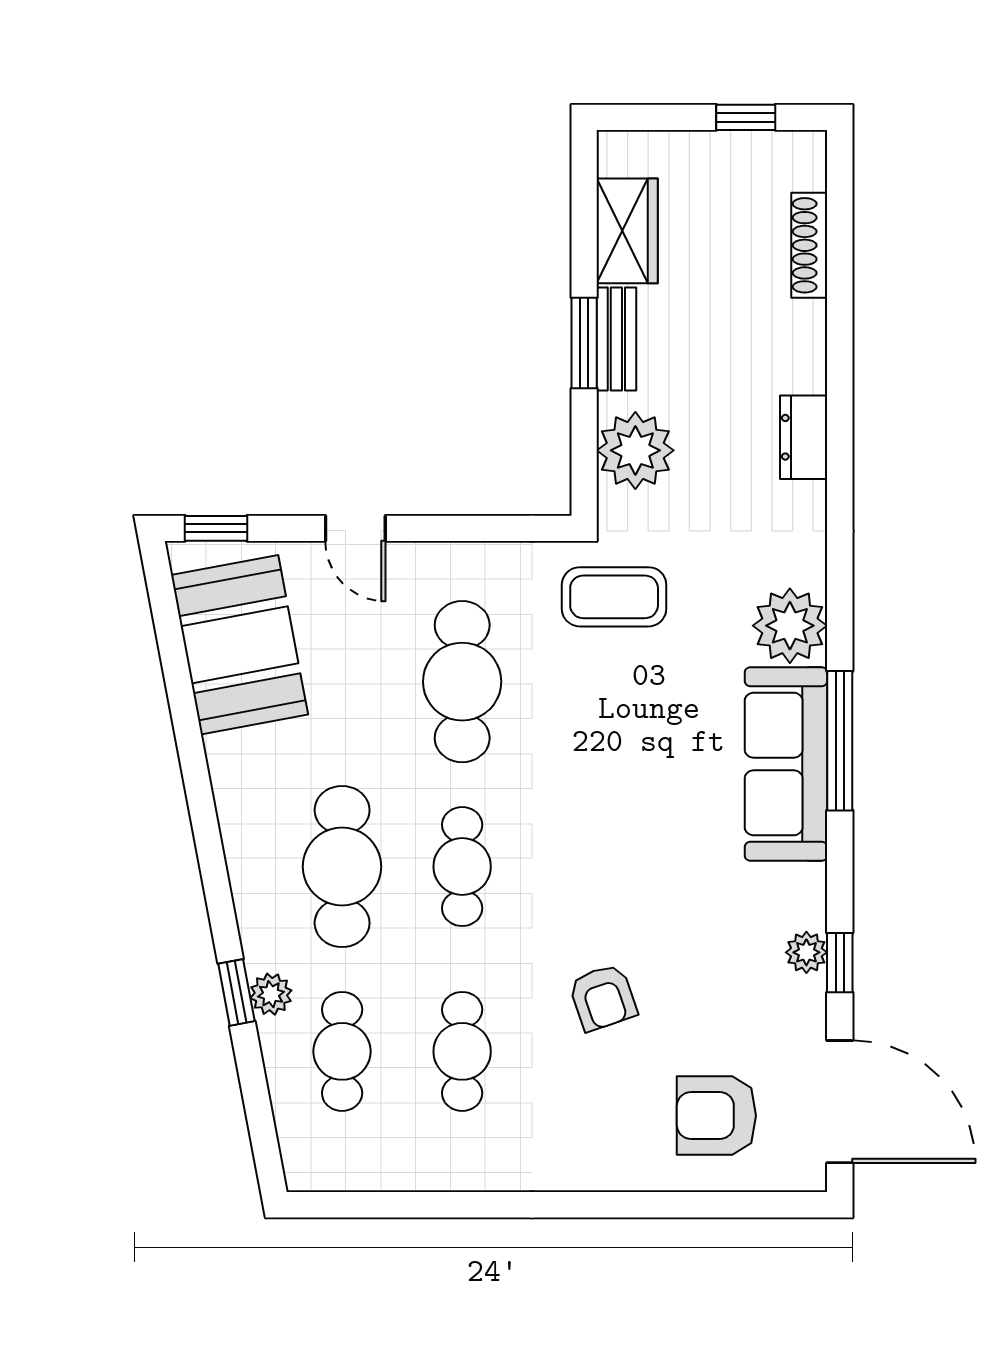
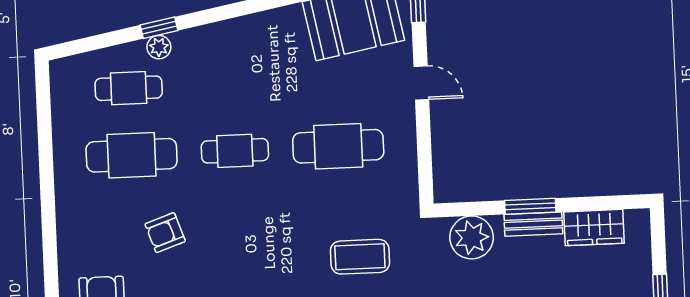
door: (355, 528) -> (421, 83), swing flipped
coffee table: (614, 597) -> (360, 257), moved, turned 90
cafe table: (342, 867) -> (232, 84), removed
cafe table: (462, 1051) -> (132, 155), width x1.37, depth x1.35

